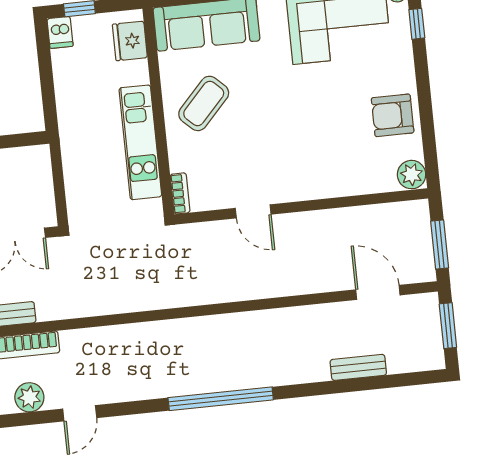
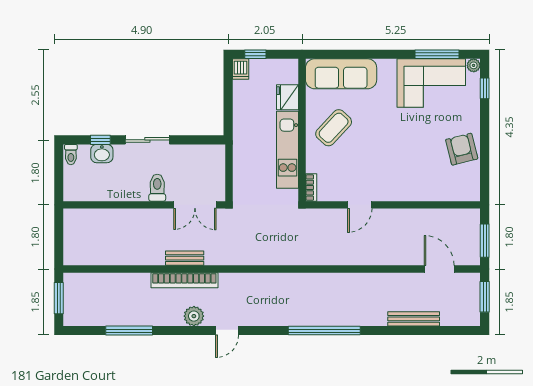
fridge: (130, 41) -> (288, 97), moved
armchair: (393, 115) -> (462, 149), turned 76
plant: (412, 175) -> (470, 191), removed
door: (253, 211) -> (360, 205), hinge flipped
bench: (358, 367) -> (414, 319), width x1.36

